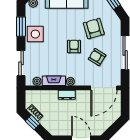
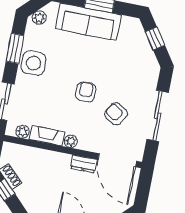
armchair: (94, 29) -> (119, 72), removed
door: (104, 88) -> (117, 160), hinge flipped
dresser: (67, 95) -> (84, 164), moved

